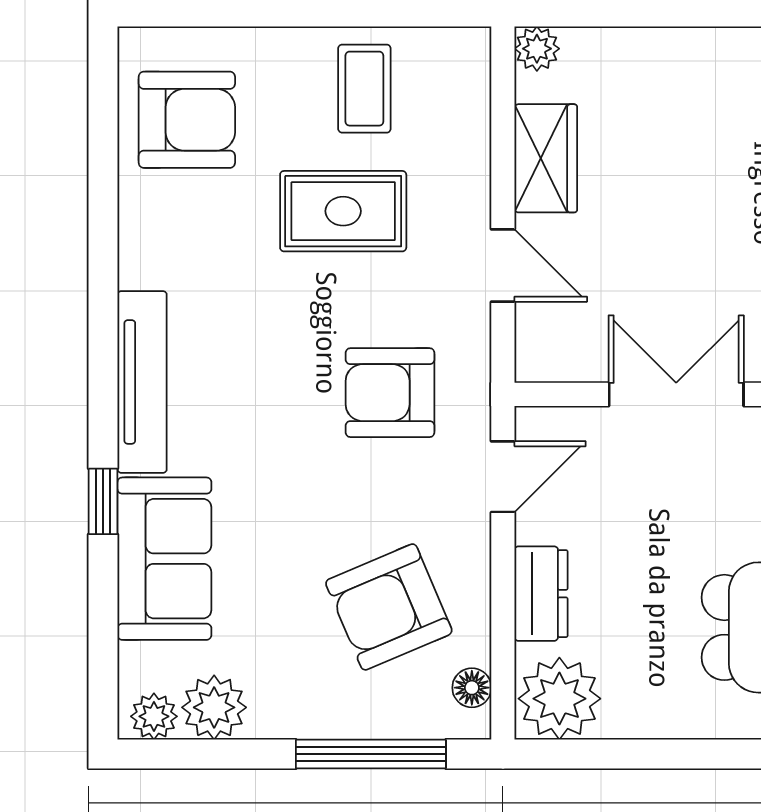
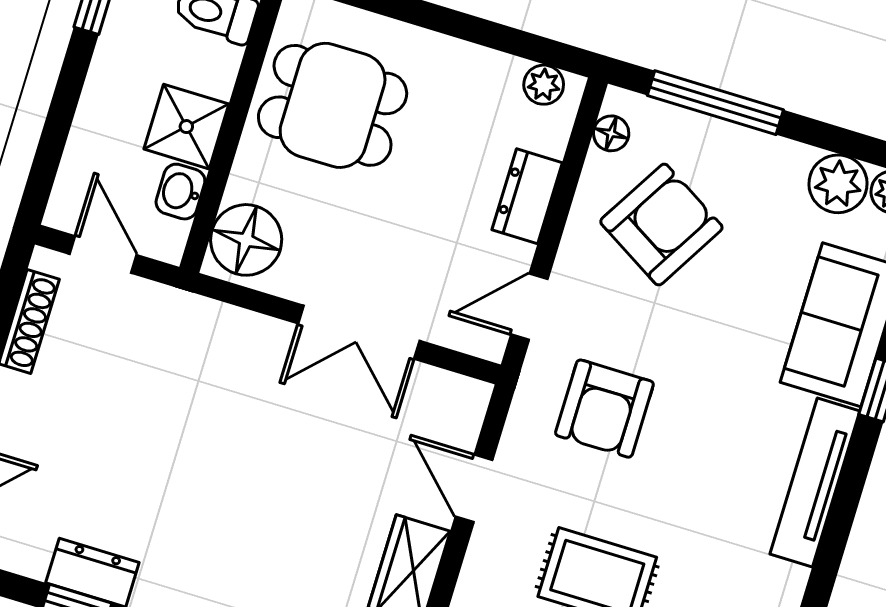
armchair: (390, 393) -> (604, 409), turned 90
armchair: (389, 607) -> (661, 225), turned -36
plant: (559, 699) -> (544, 85), width x0.53, depth x0.53

